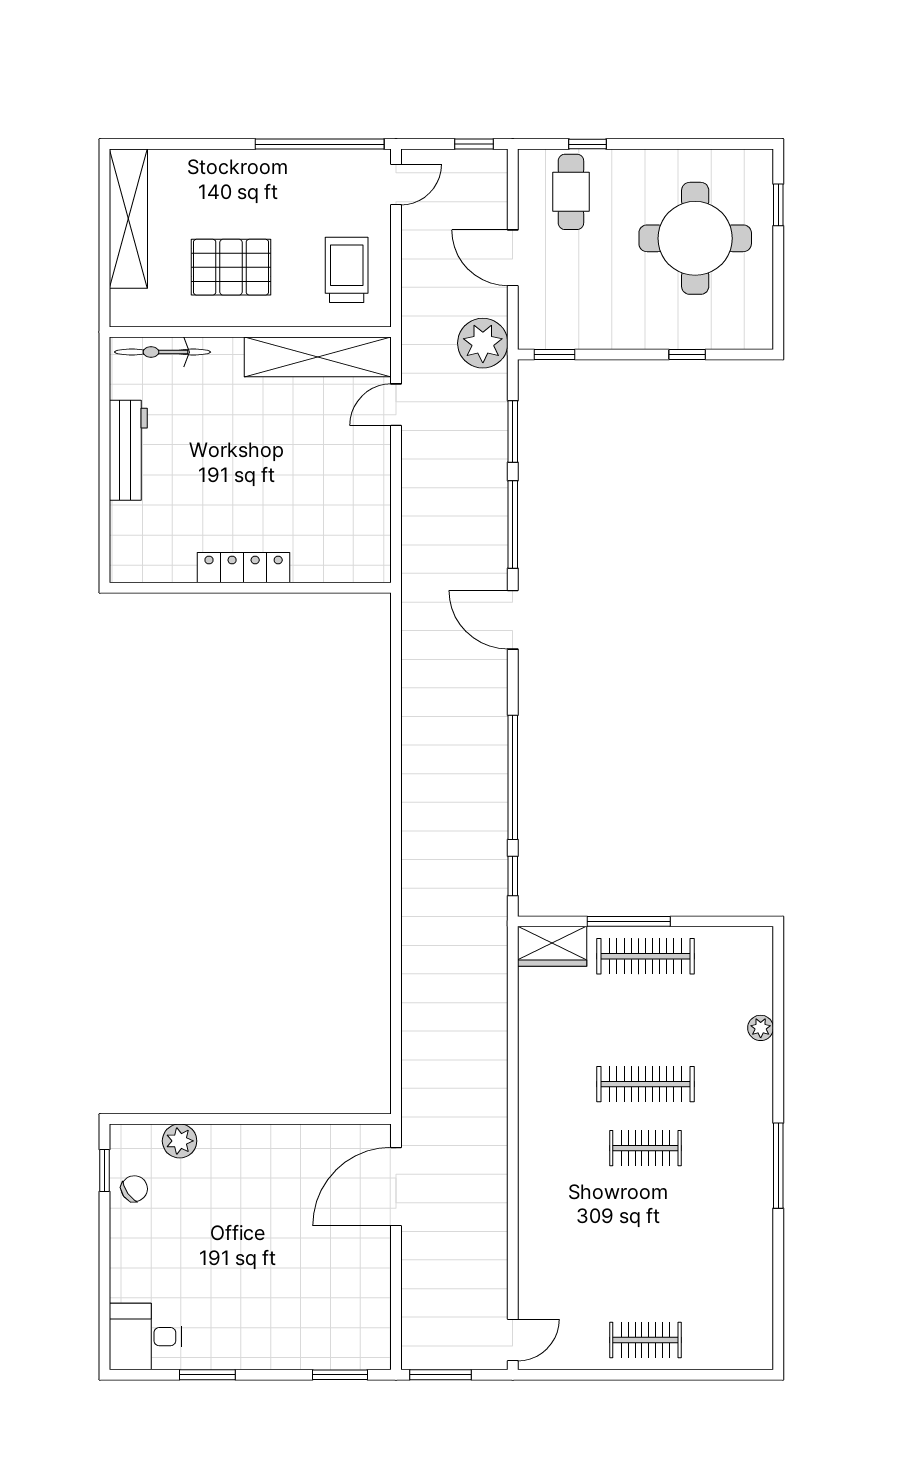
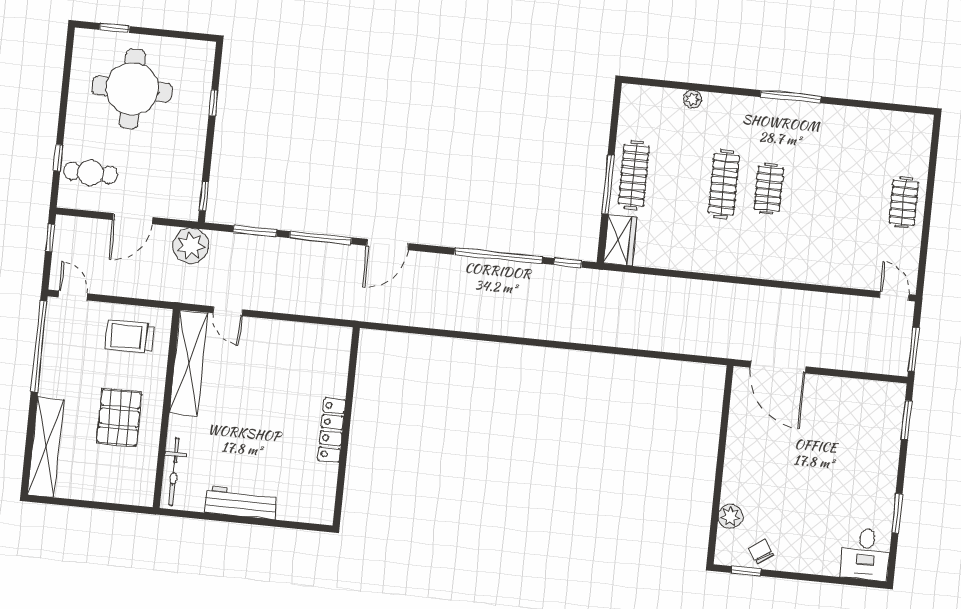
shelving: (128, 219) -> (46, 447), moved, turned 90

